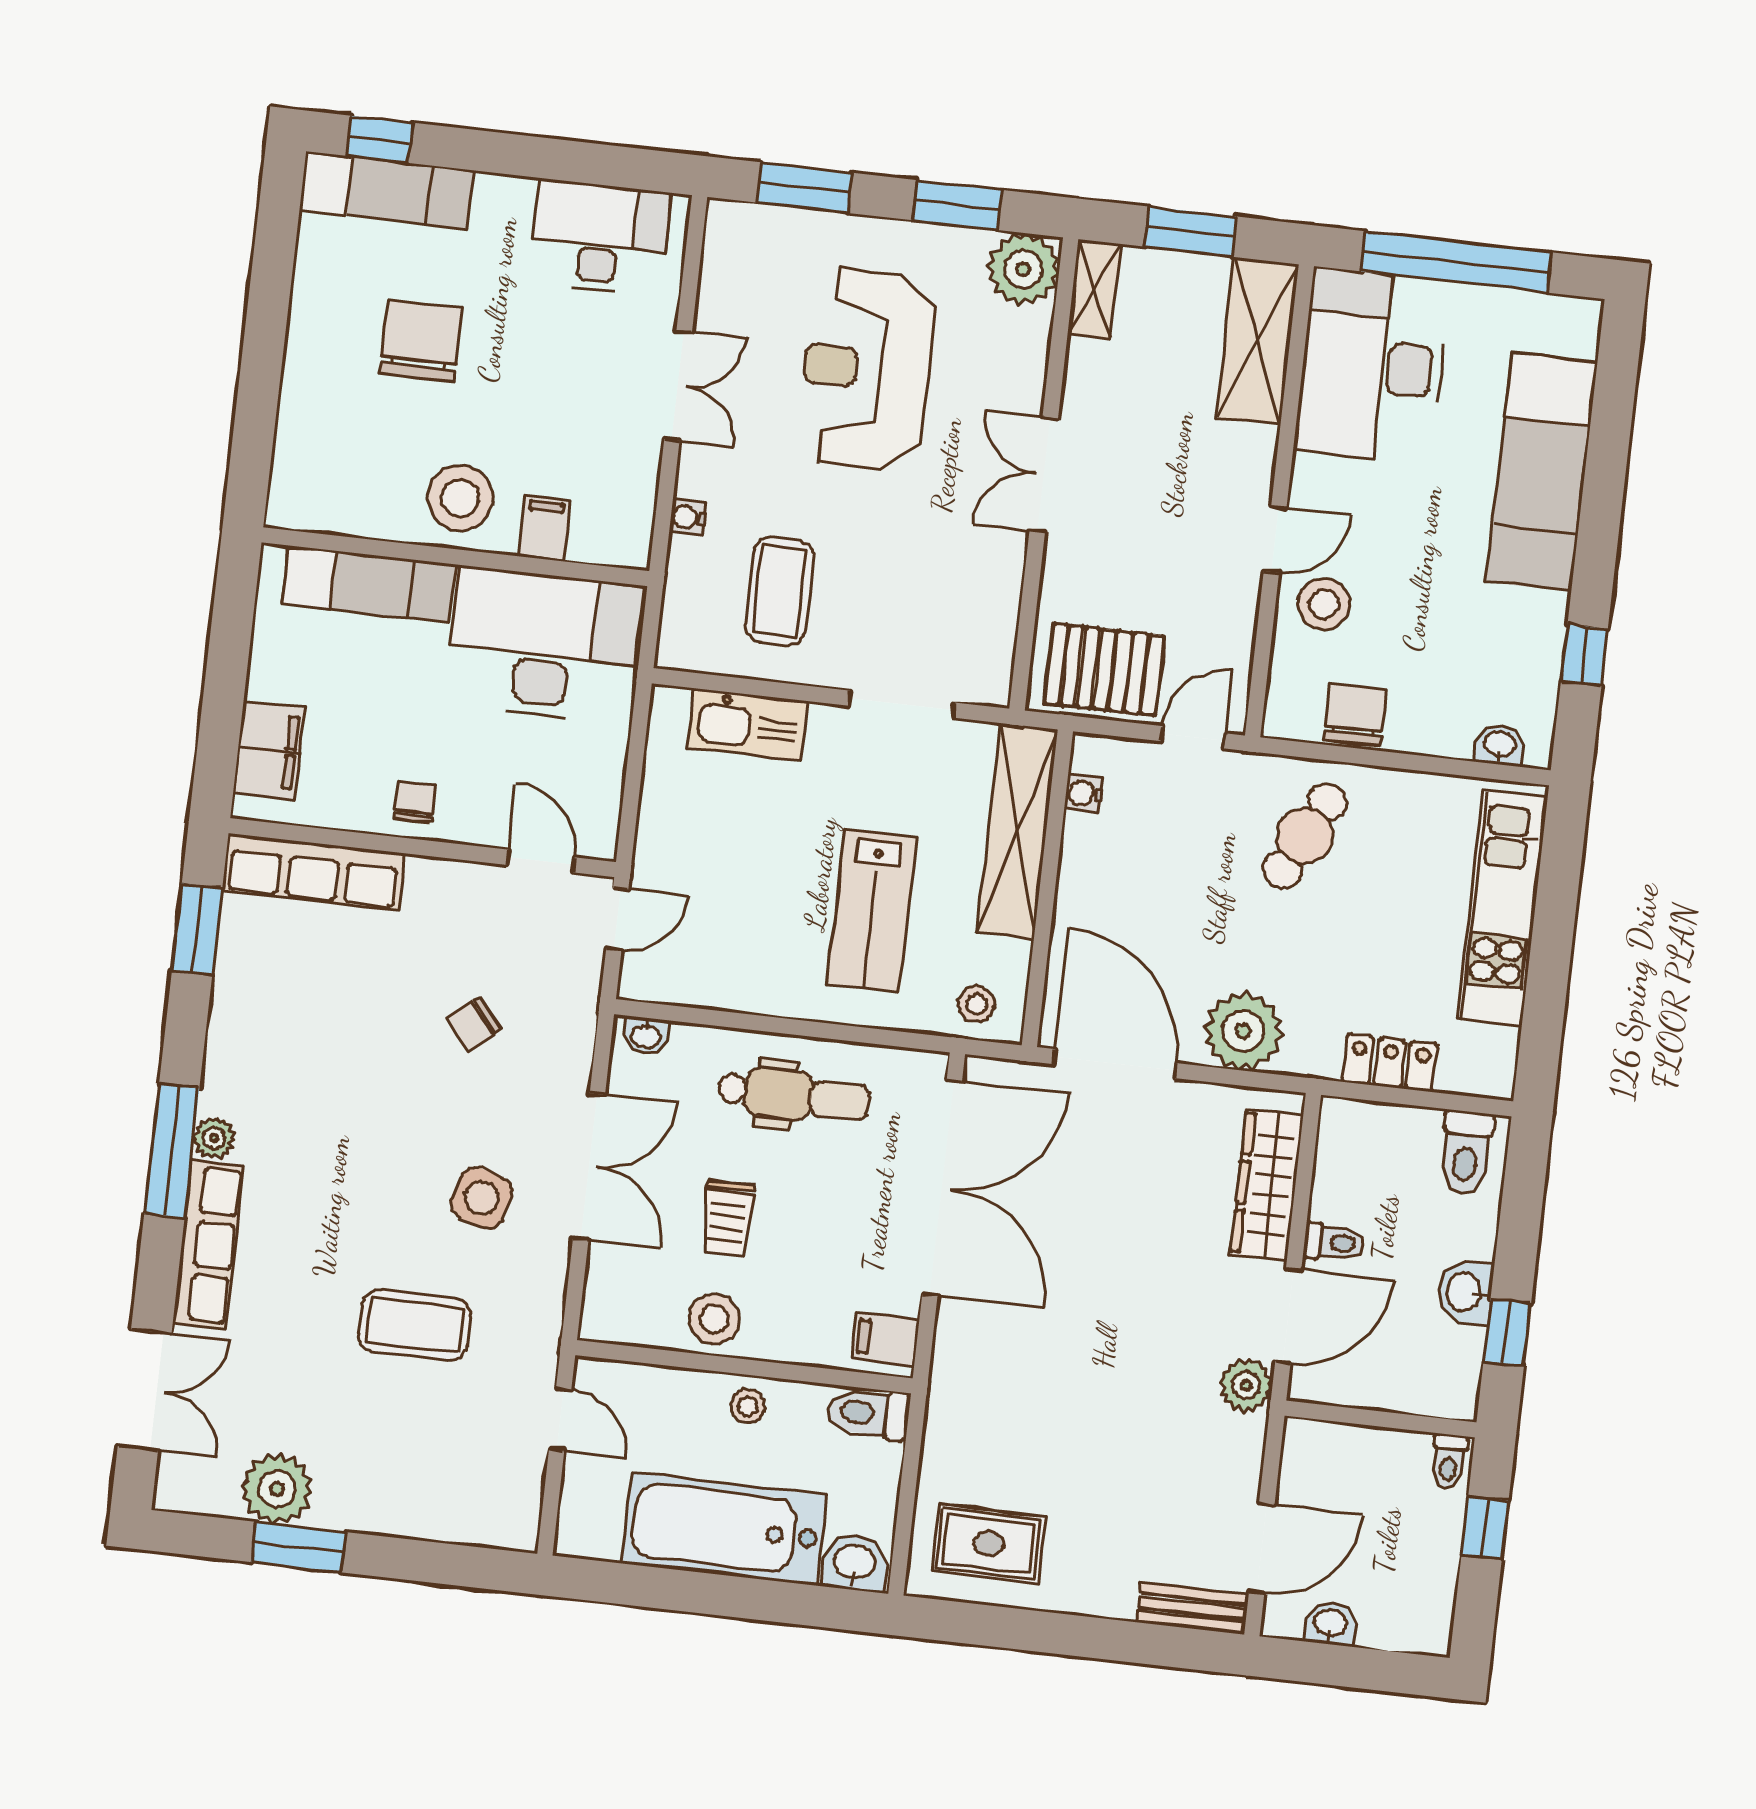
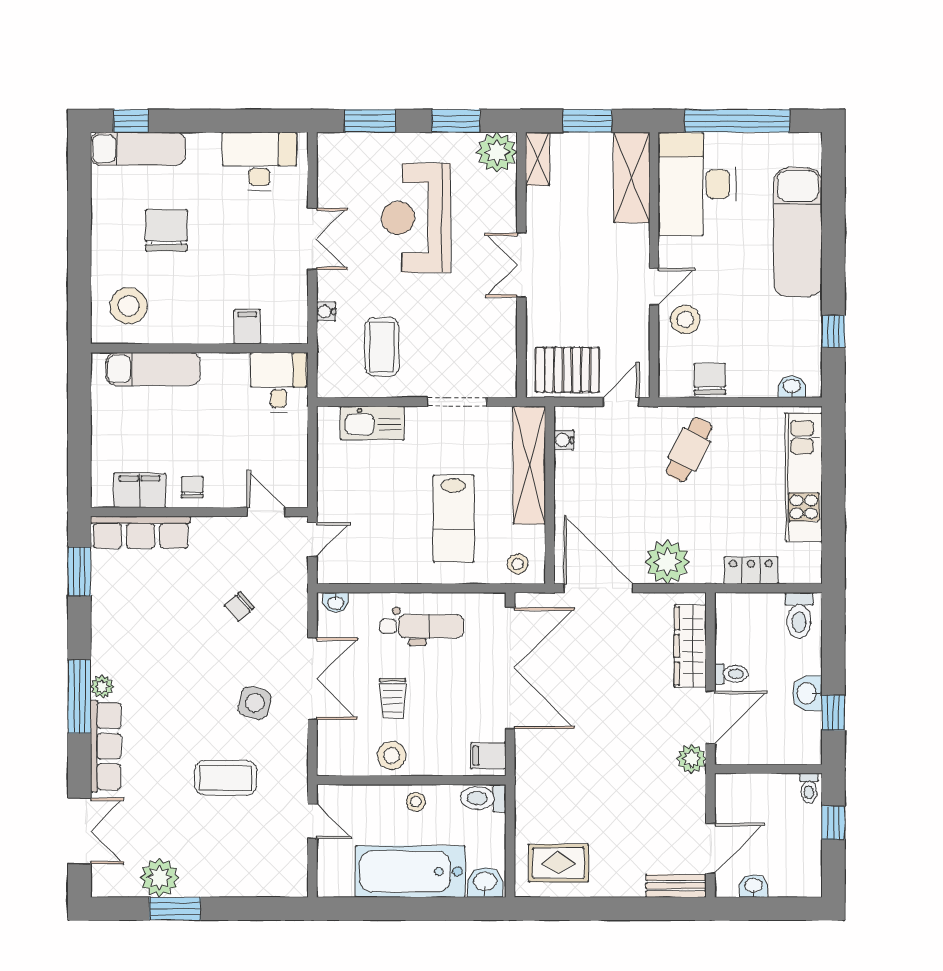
stool: (460, 498) -> (129, 306), moved
desk: (544, 645) -> (278, 382), width x0.53, depth x0.77
filing cabinet: (269, 750) -> (140, 490), moved, turned -90

